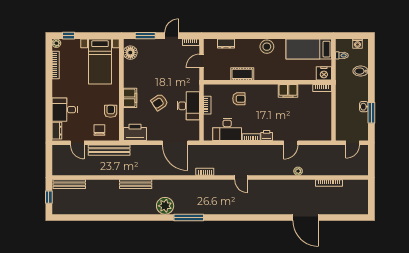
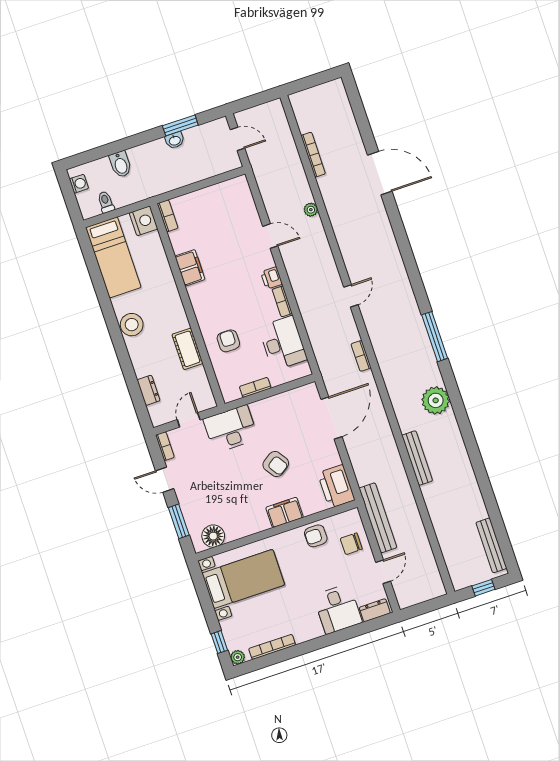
door: (201, 61) -> (189, 420), swing flipped
desk: (188, 106) -> (231, 429), moved
bench: (69, 184) -> (491, 545), moved
window: (189, 217) -> (435, 337), moved
door: (306, 217) -> (380, 173), hinge flipped

